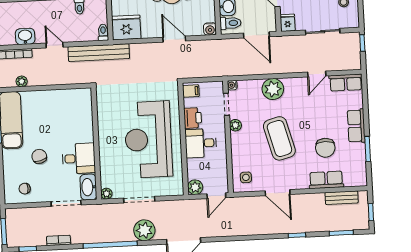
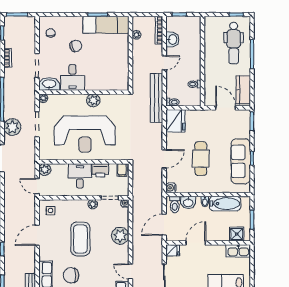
plant: (106, 131) -> (93, 100), added
coffee table: (279, 138) -> (80, 239), turned -75
reception desk: (148, 139) -> (85, 134), turned 180

